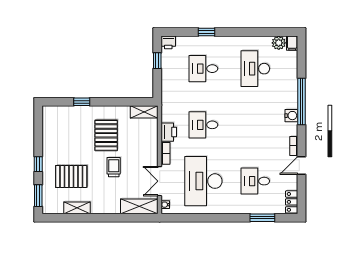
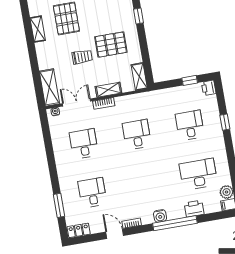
printer: (169, 132) -> (194, 209), moved, turned 180
shelving: (152, 146) -> (108, 90), added
desk: (203, 181) -> (84, 144), width x0.53, depth x0.77

